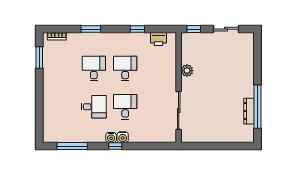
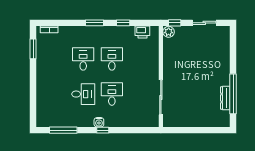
window: (91, 29) -> (95, 23), moved
plant: (187, 71) -> (169, 32), moved
water cooler: (123, 137) -> (110, 122), removed

